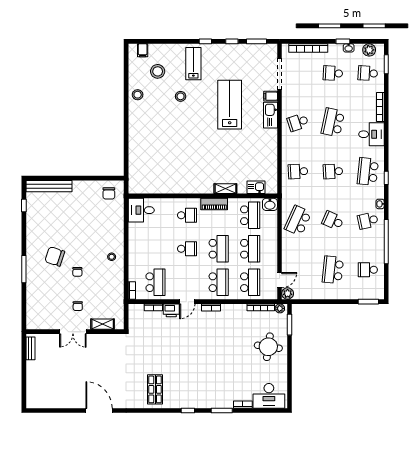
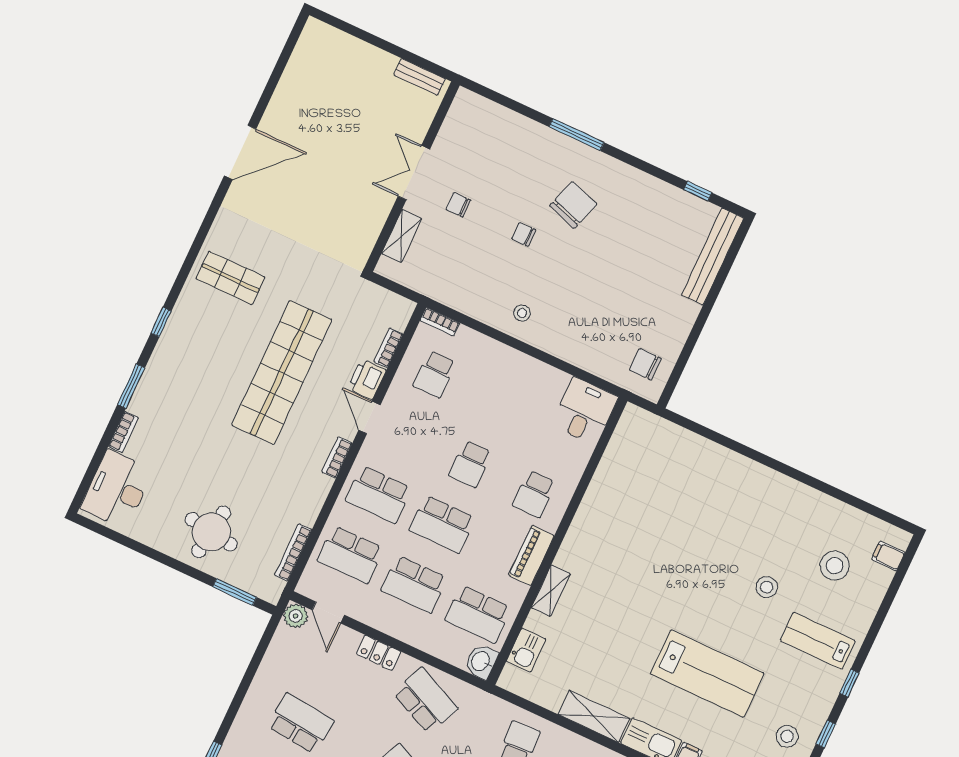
lab bench: (193, 64) -> (818, 641), turned 180
stool: (138, 95) -> (787, 736), moved
shelving: (271, 145) -> (594, 716), added
locker: (287, 250) -> (379, 653), added
school desk: (156, 282) -> (435, 374), width x0.54
plant: (280, 308) -> (274, 588), removed
shop shelf: (185, 348) -> (282, 372), added

